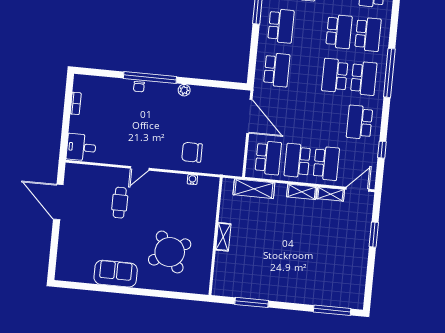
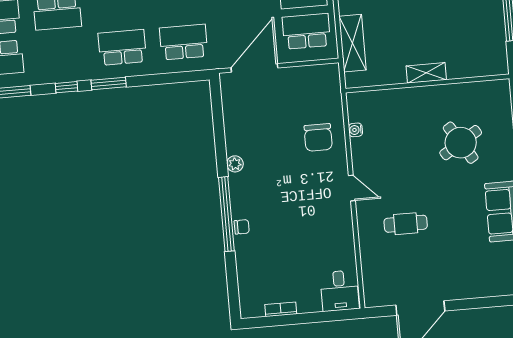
door: (140, 168) -> (352, 188), moved
round table: (170, 252) -> (461, 143), width x0.73, depth x0.73

